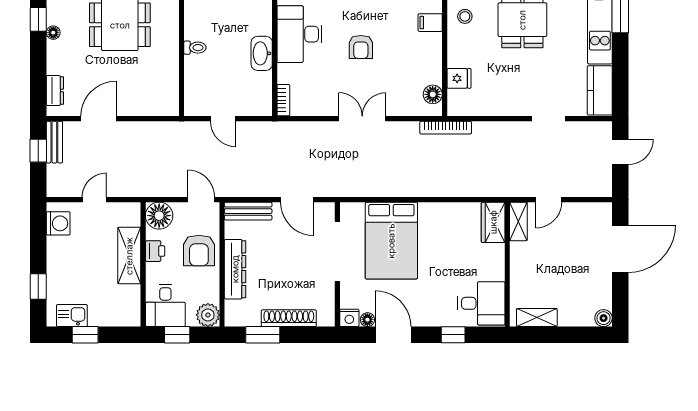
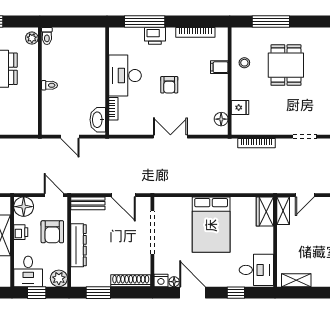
washbasin: (262, 53) -> (98, 120), moved
bookcase: (283, 100) -> (113, 109), moved
bookcase: (446, 128) -> (257, 143), moved
bed: (391, 241) -> (211, 225), moved
shoe rack: (289, 318) -> (131, 281), moved

